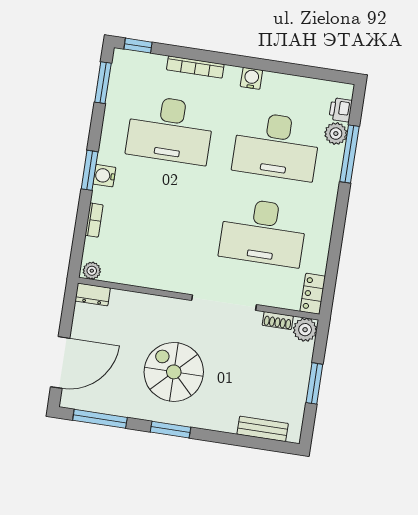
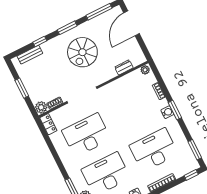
dresser: (93, 294) -> (124, 67), moved
spiral stairs: (174, 372) -> (82, 52), turned 90
window: (231, 439) -> (40, 42), added

